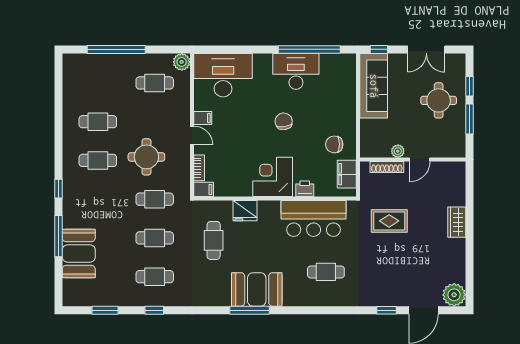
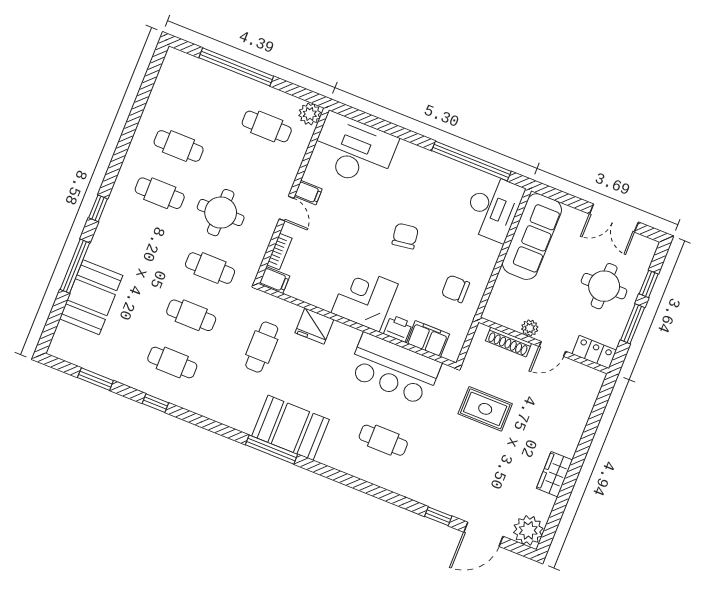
window: (379, 49) -> (556, 195), removed
desk: (296, 71) -> (493, 208), moved, turned 90
locker: (450, 150) -> (594, 352), added
filing cabinet: (347, 174) -> (428, 339), moved, turned 90
wardrobe: (457, 222) -> (555, 474), moved

